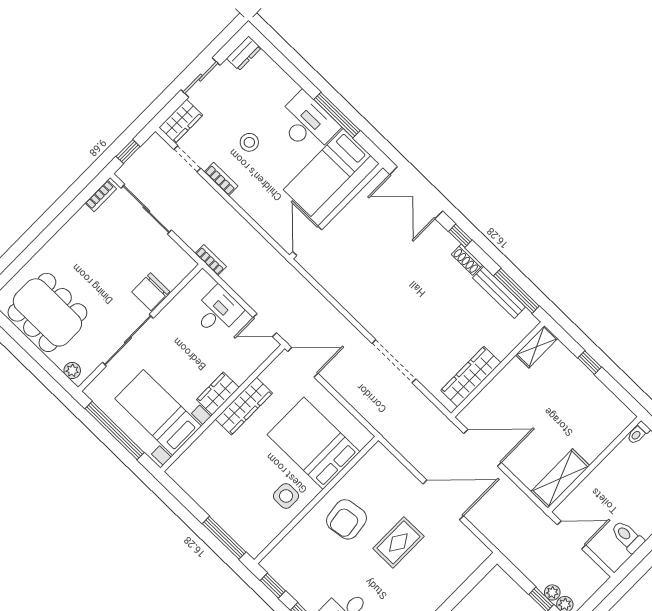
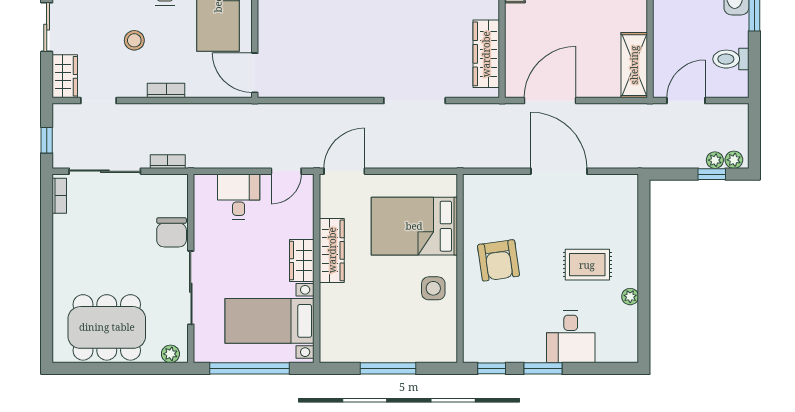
bookcase: (221, 179) -> (166, 90), moved
bookcase: (211, 260) -> (168, 162), moved
door: (443, 500) -> (559, 171), hinge flipped
window: (224, 538) -> (388, 368), moved
rug: (398, 542) -> (587, 265), moved, turned 90

